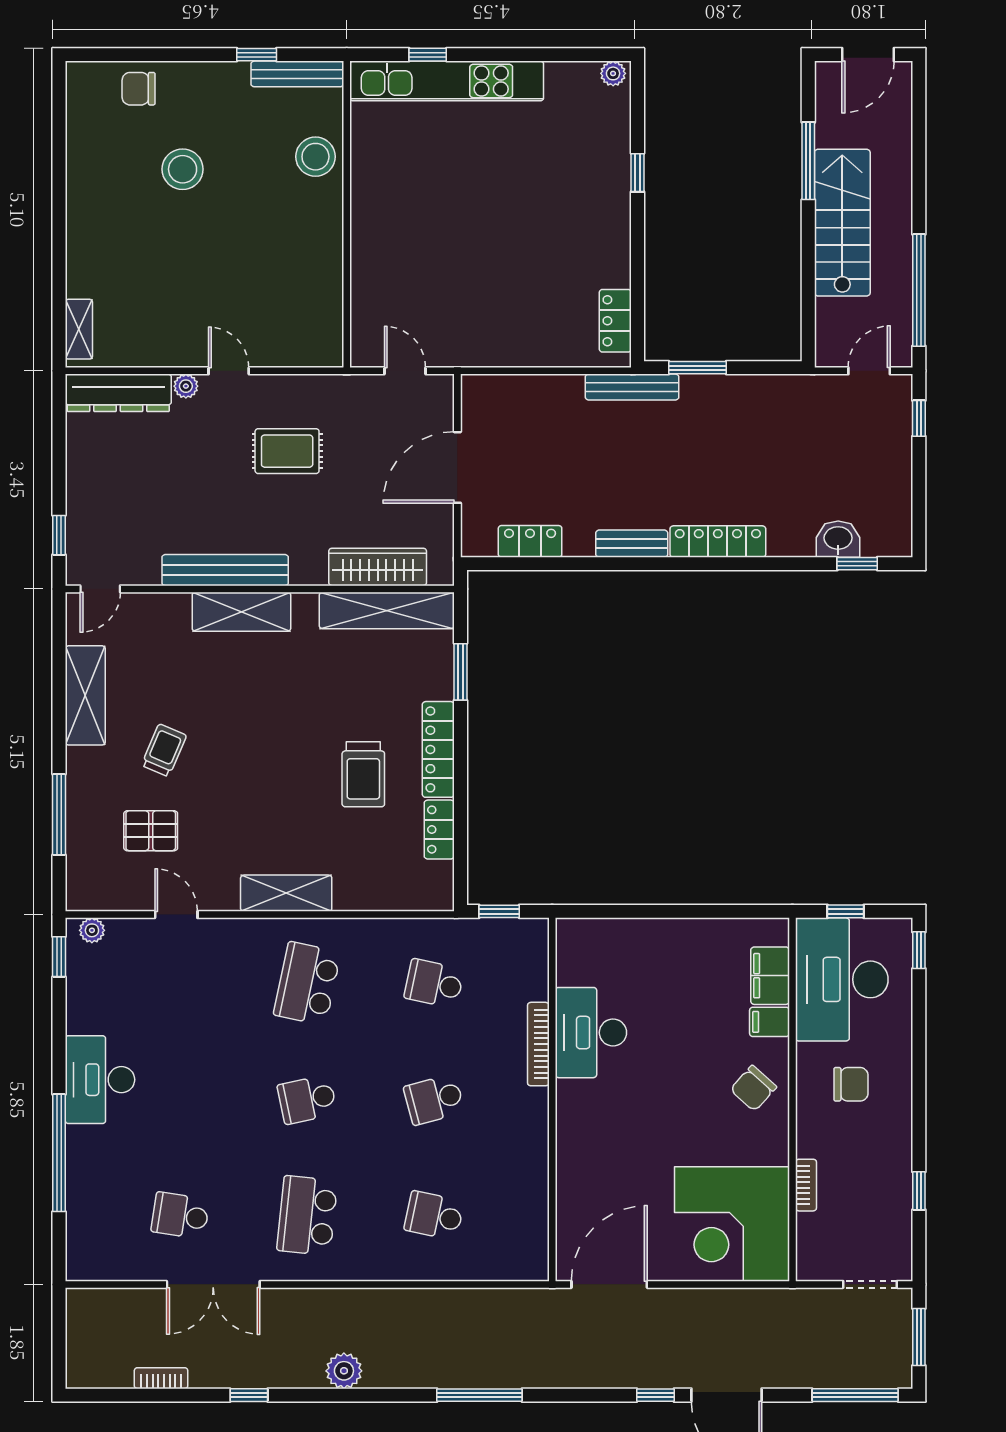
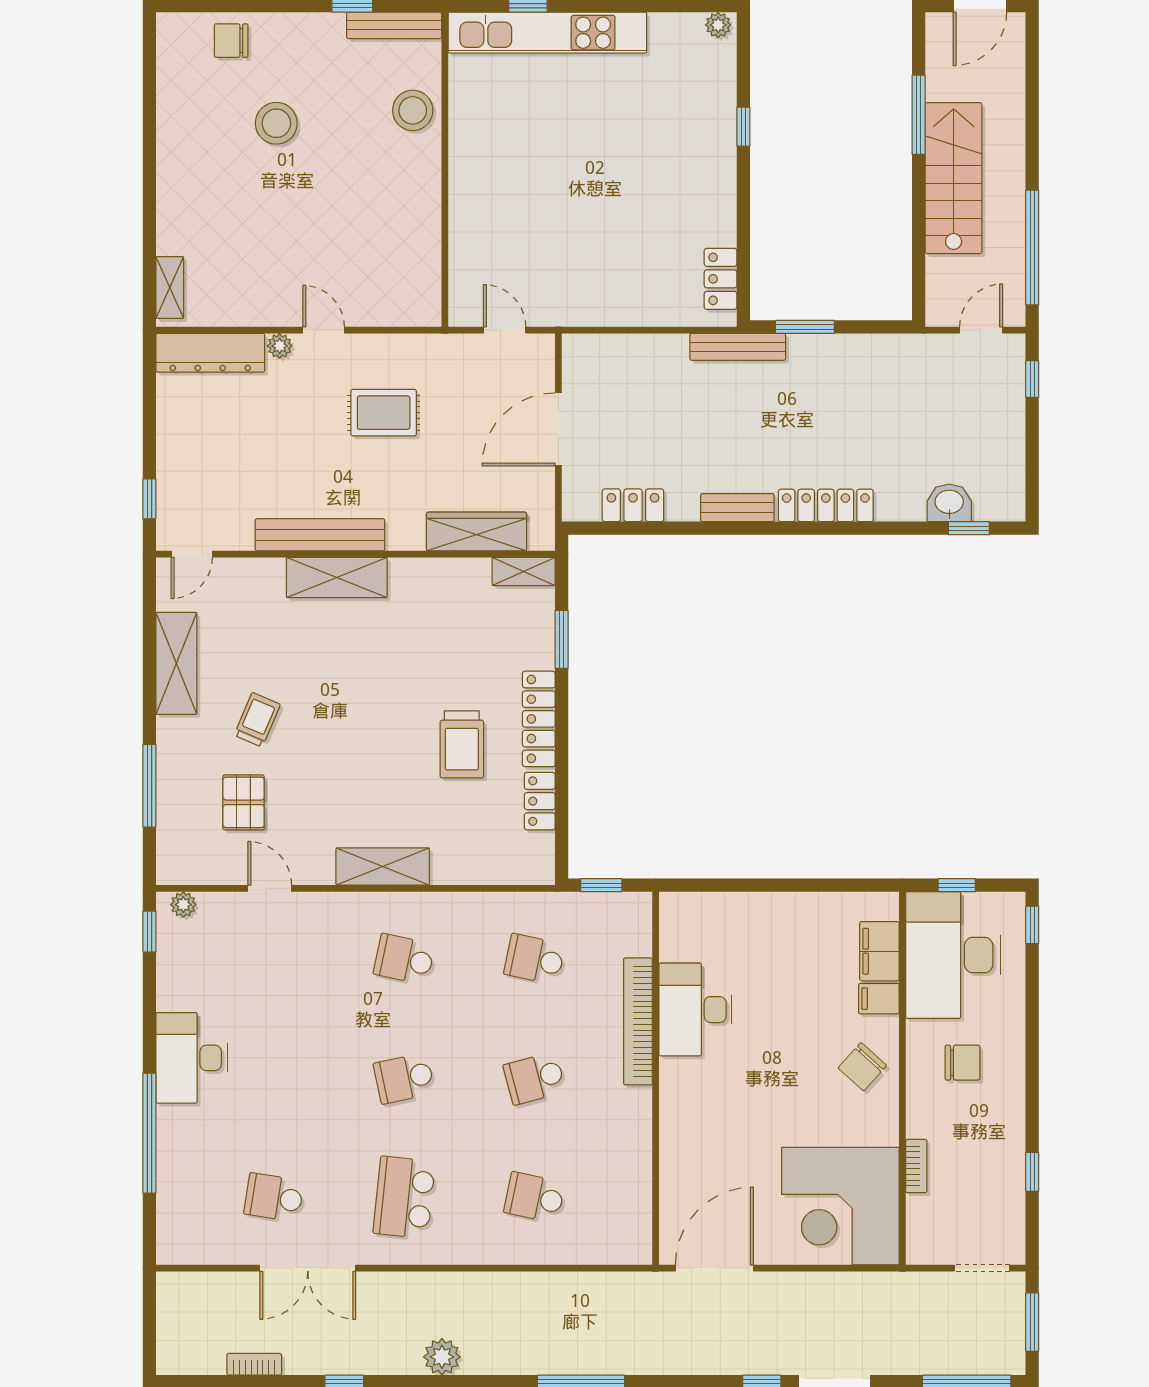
shelving: (387, 610) -> (524, 572), width x0.45, depth x0.75
pallet: (151, 831) -> (244, 802), turned 90
school desk: (307, 983) -> (404, 959), width x0.54
bookcase: (538, 1044) -> (638, 1021), width x1.48, depth x1.31

